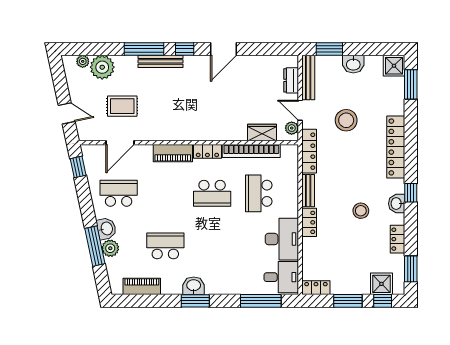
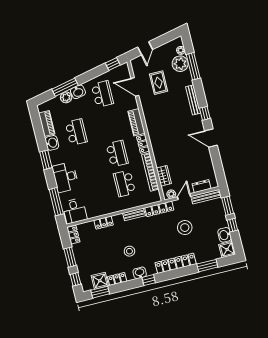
window: (144, 49) -> (193, 66), moved
window: (360, 49) -> (232, 225), added
washbasin: (353, 64) -> (225, 235), moved
window: (411, 84) -> (207, 266), moved
school desk: (212, 193) -> (117, 154), turned 180
school desk: (259, 193) -> (124, 183), turned -90
locker: (309, 222) -> (104, 223), moved
desk: (282, 239) -> (65, 177), moved, turned 90
shower: (381, 284) -> (100, 281), moved
washbasin: (194, 286) -> (52, 143), moved

